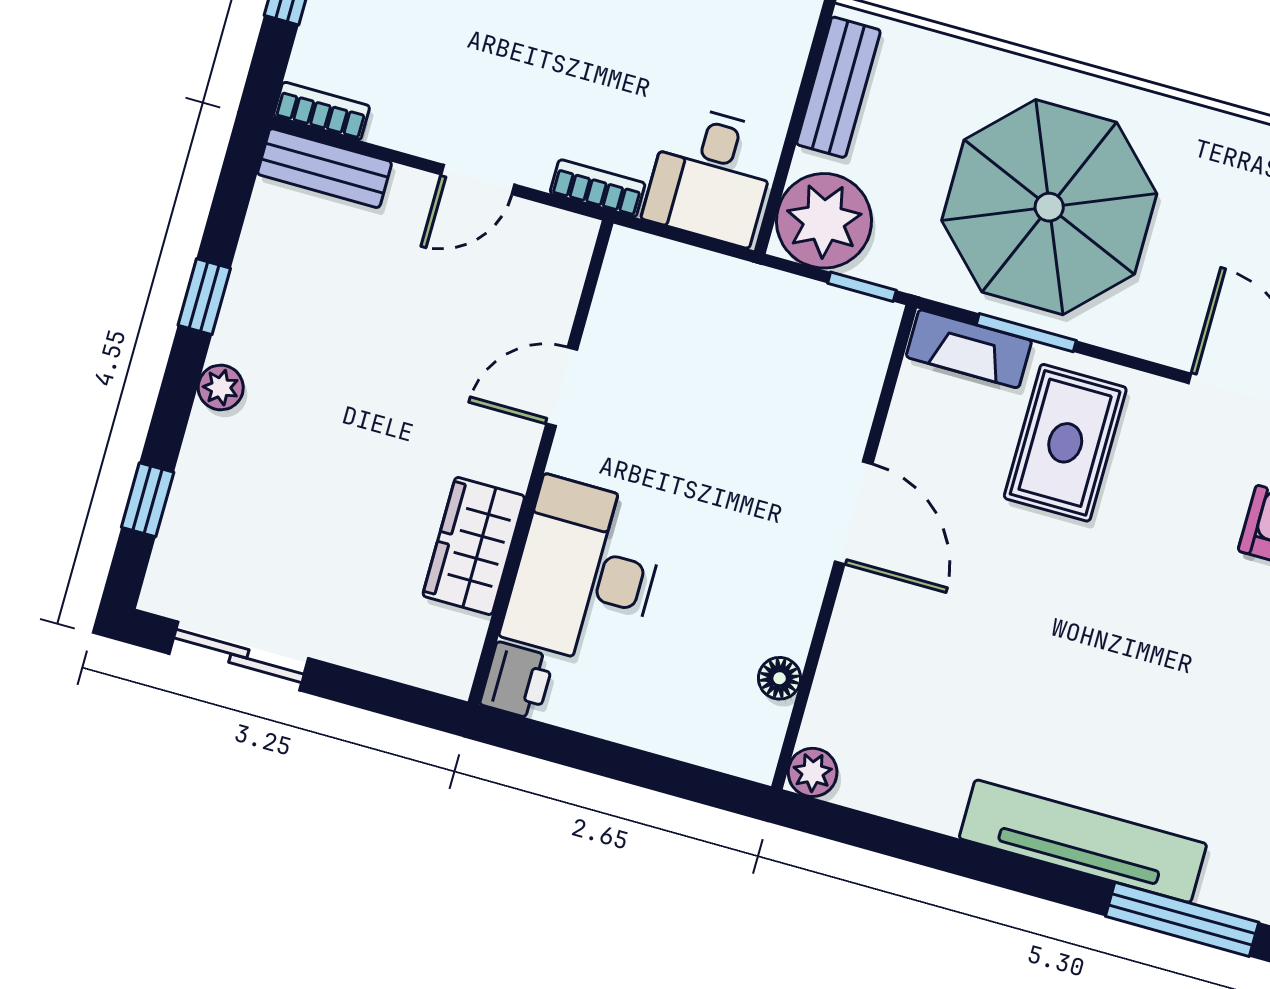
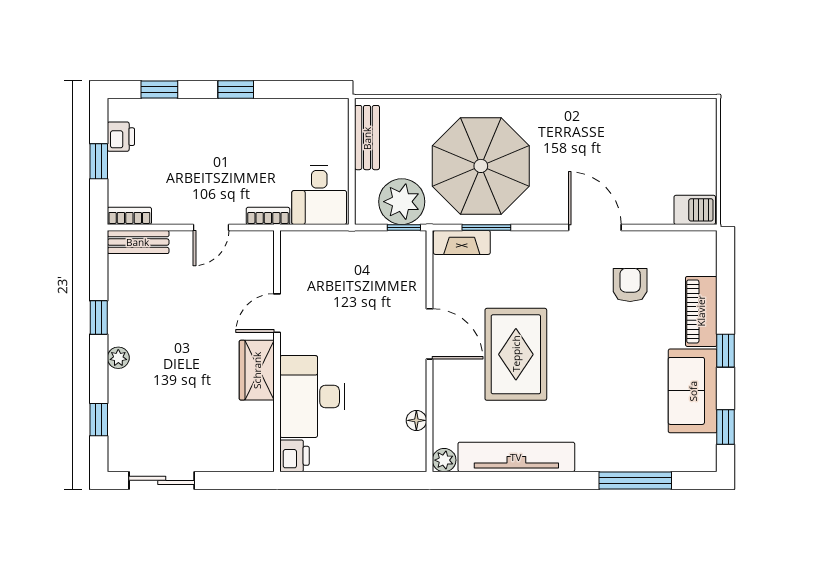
plant: (824, 221) -> (402, 202), moved
rug: (1065, 443) -> (516, 354), moved, width x1.36, depth x1.43
wardrobe: (474, 546) -> (257, 370), moved
tv unit: (1083, 841) -> (516, 457), moved

